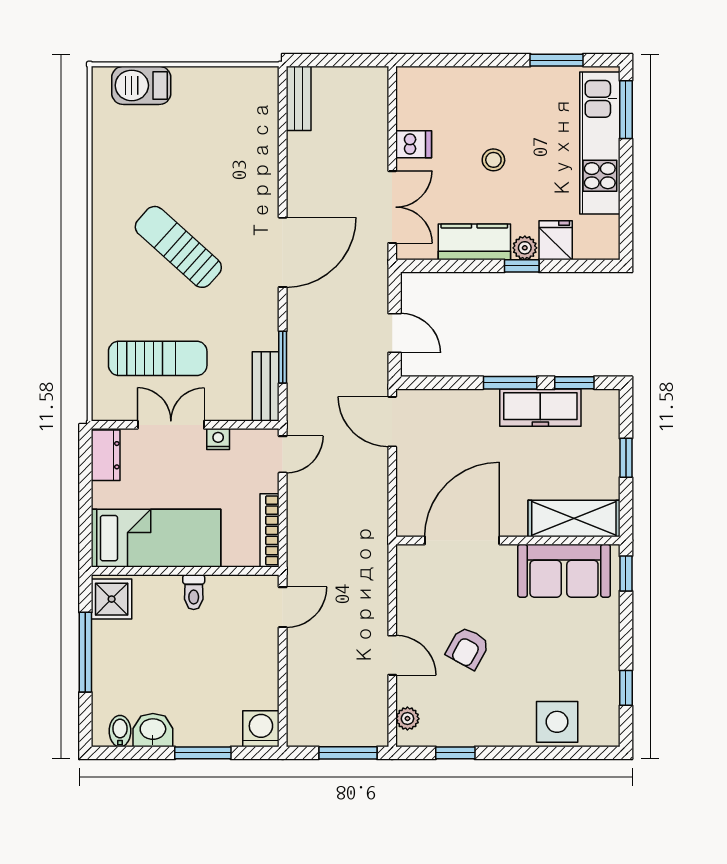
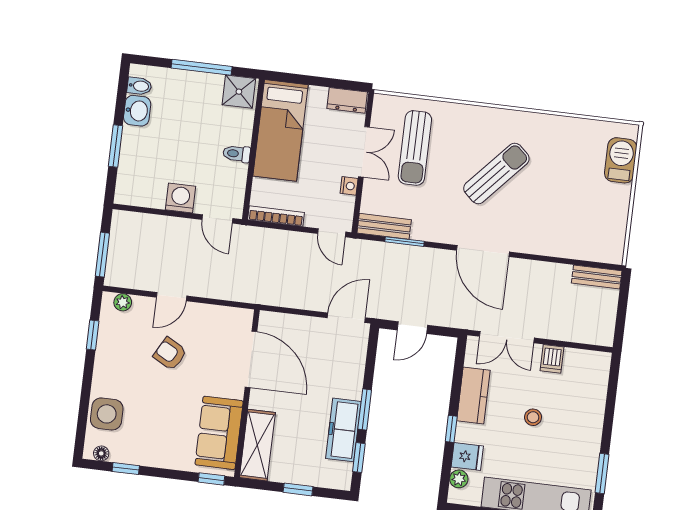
plant: (525, 248) -> (459, 479), moved
floor lamp: (610, 723) -> (101, 453), added
washing machine: (261, 729) -> (181, 198), moved, turned -90

